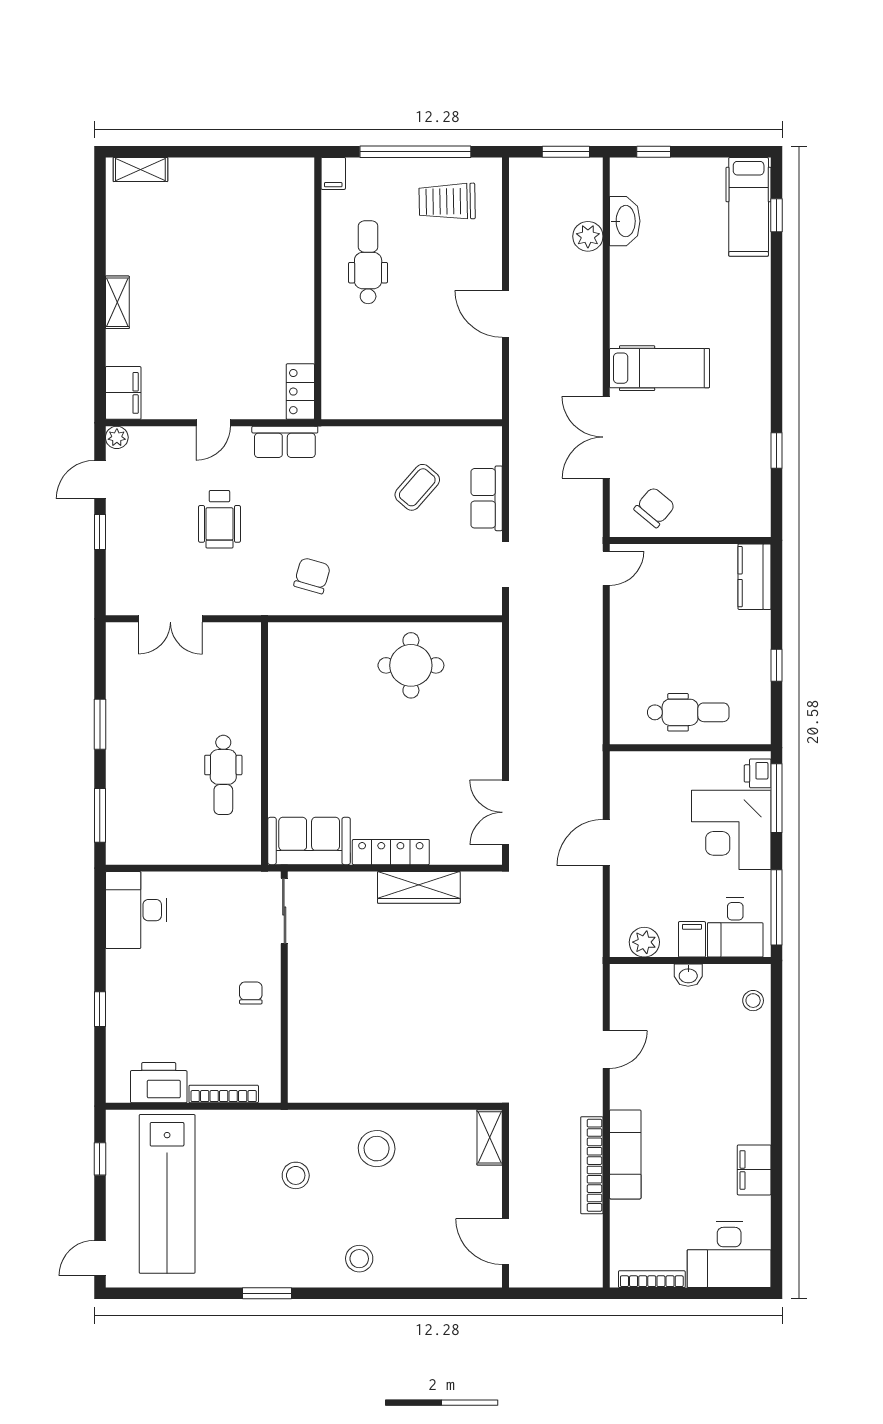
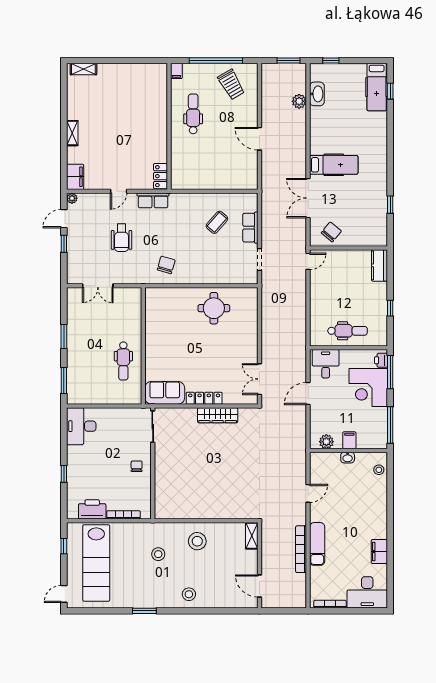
trolley: (447, 201) -> (231, 84), turned -119
desk: (735, 927) -> (326, 364), moved, turned 180

